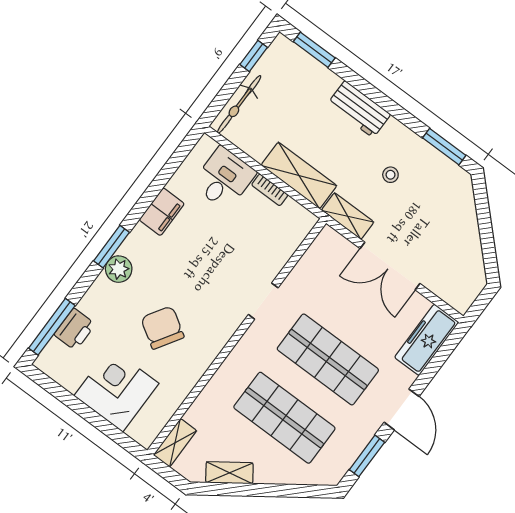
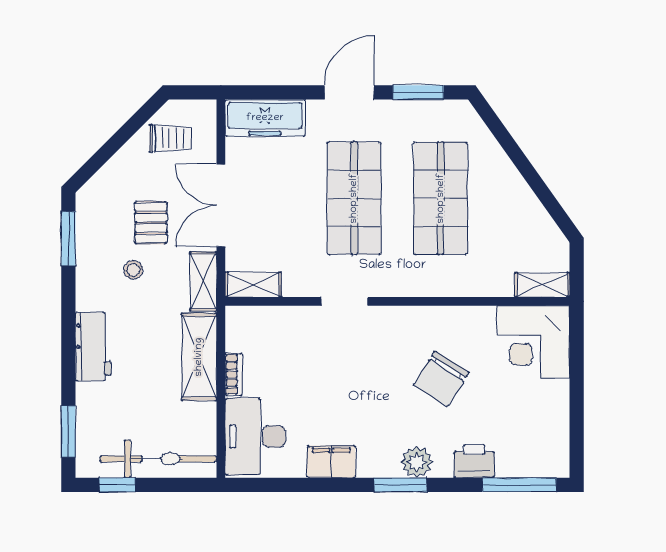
bicycle: (239, 104) -> (158, 459), width x1.37, depth x1.40
desk: (224, 179) -> (255, 437), width x1.37
pallet: (413, 210) -> (151, 223), added
double door: (390, 266) -> (221, 205), swing flipped
trolley: (461, 266) -> (170, 138), added
printer: (75, 329) -> (474, 461), moved
corner desk: (116, 390) -> (533, 342), moved
shelving: (229, 473) -> (253, 284), moved, turned -55

